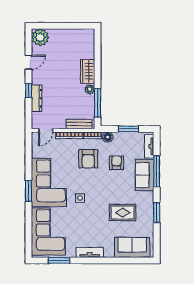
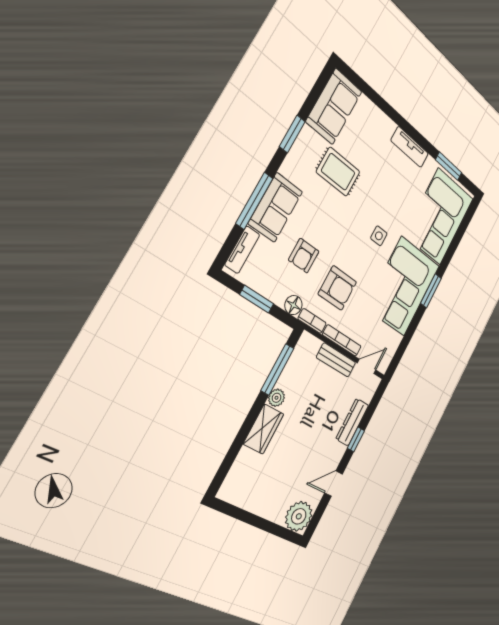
bench: (79, 124) -> (336, 360), moved
armchair: (88, 159) -> (337, 288), turned 90
sofa: (132, 247) -> (334, 107), moved, turned -90

